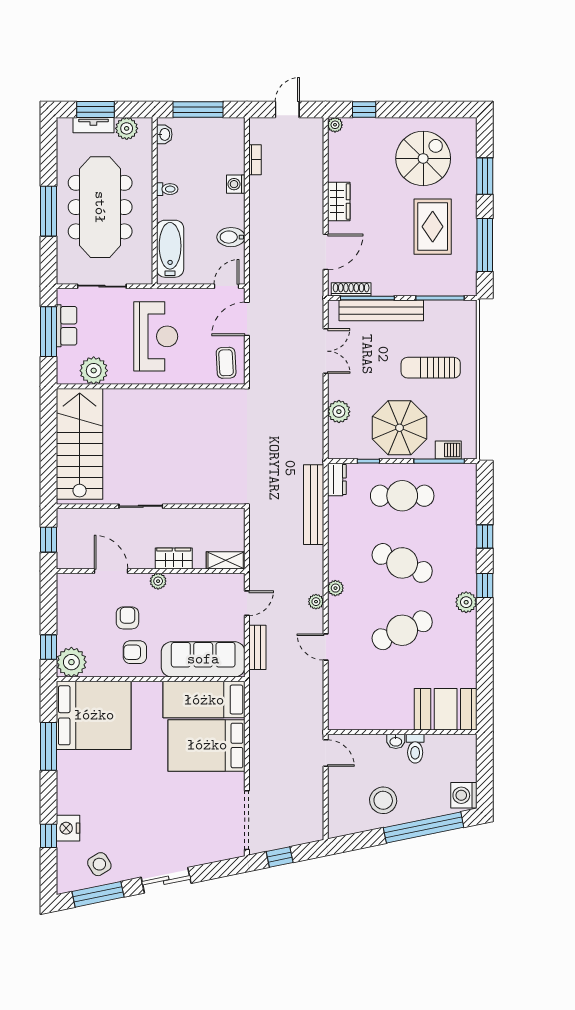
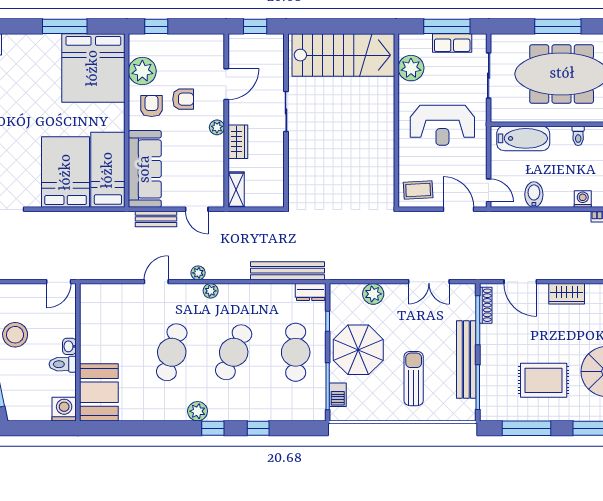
bench: (381, 310) -> (466, 359), moved
cafe table: (402, 630) -> (172, 352), turned 39
plant: (71, 662) -> (142, 71), moved
washing machine: (464, 795) -> (64, 409), moved

